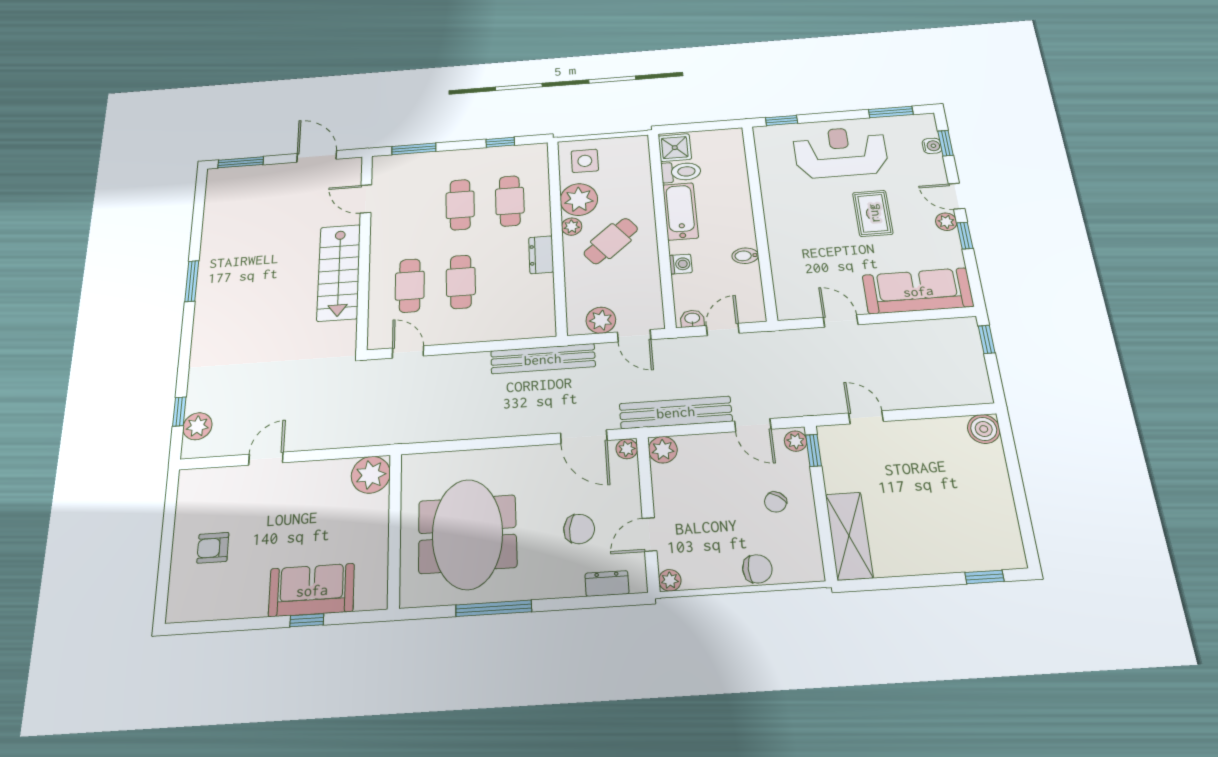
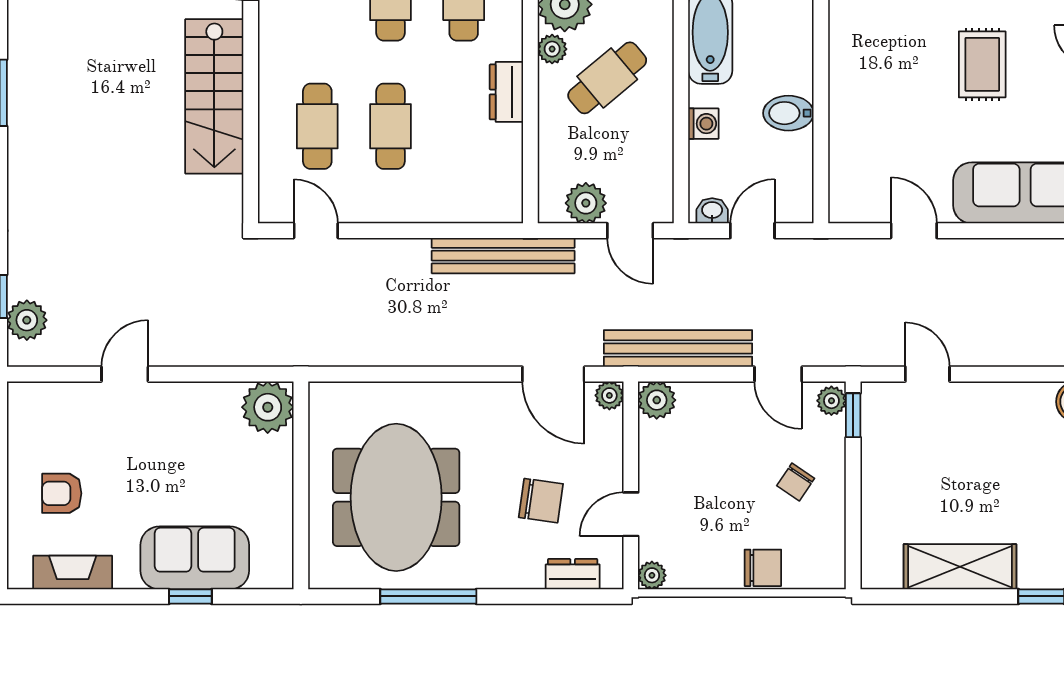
bidet: (745, 256) -> (788, 113), width x1.38, depth x1.36
shelving: (849, 536) -> (960, 567), moved, turned 90
fireplace: (217, 607) -> (73, 572), added

